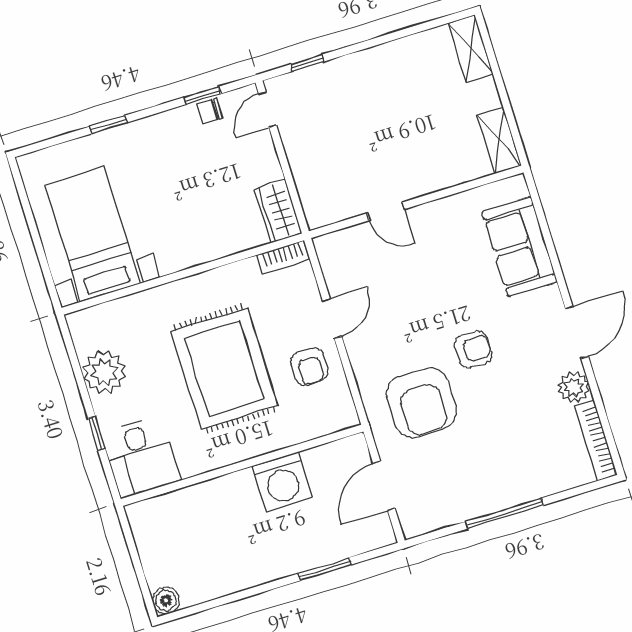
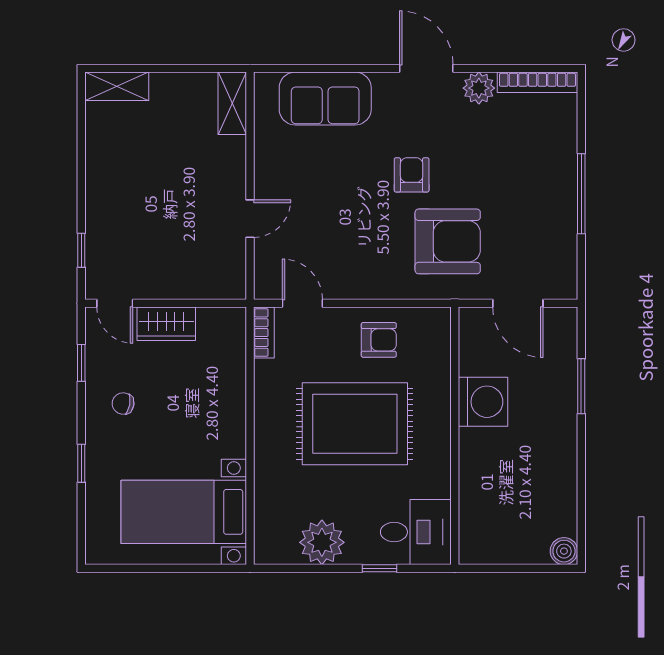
chair: (209, 111) -> (123, 404), moved, turned 100
shelving: (499, 140) -> (232, 103), moved, turned 90
wardrobe: (278, 211) -> (166, 324), moved
door: (332, 318) -> (302, 303), moved

